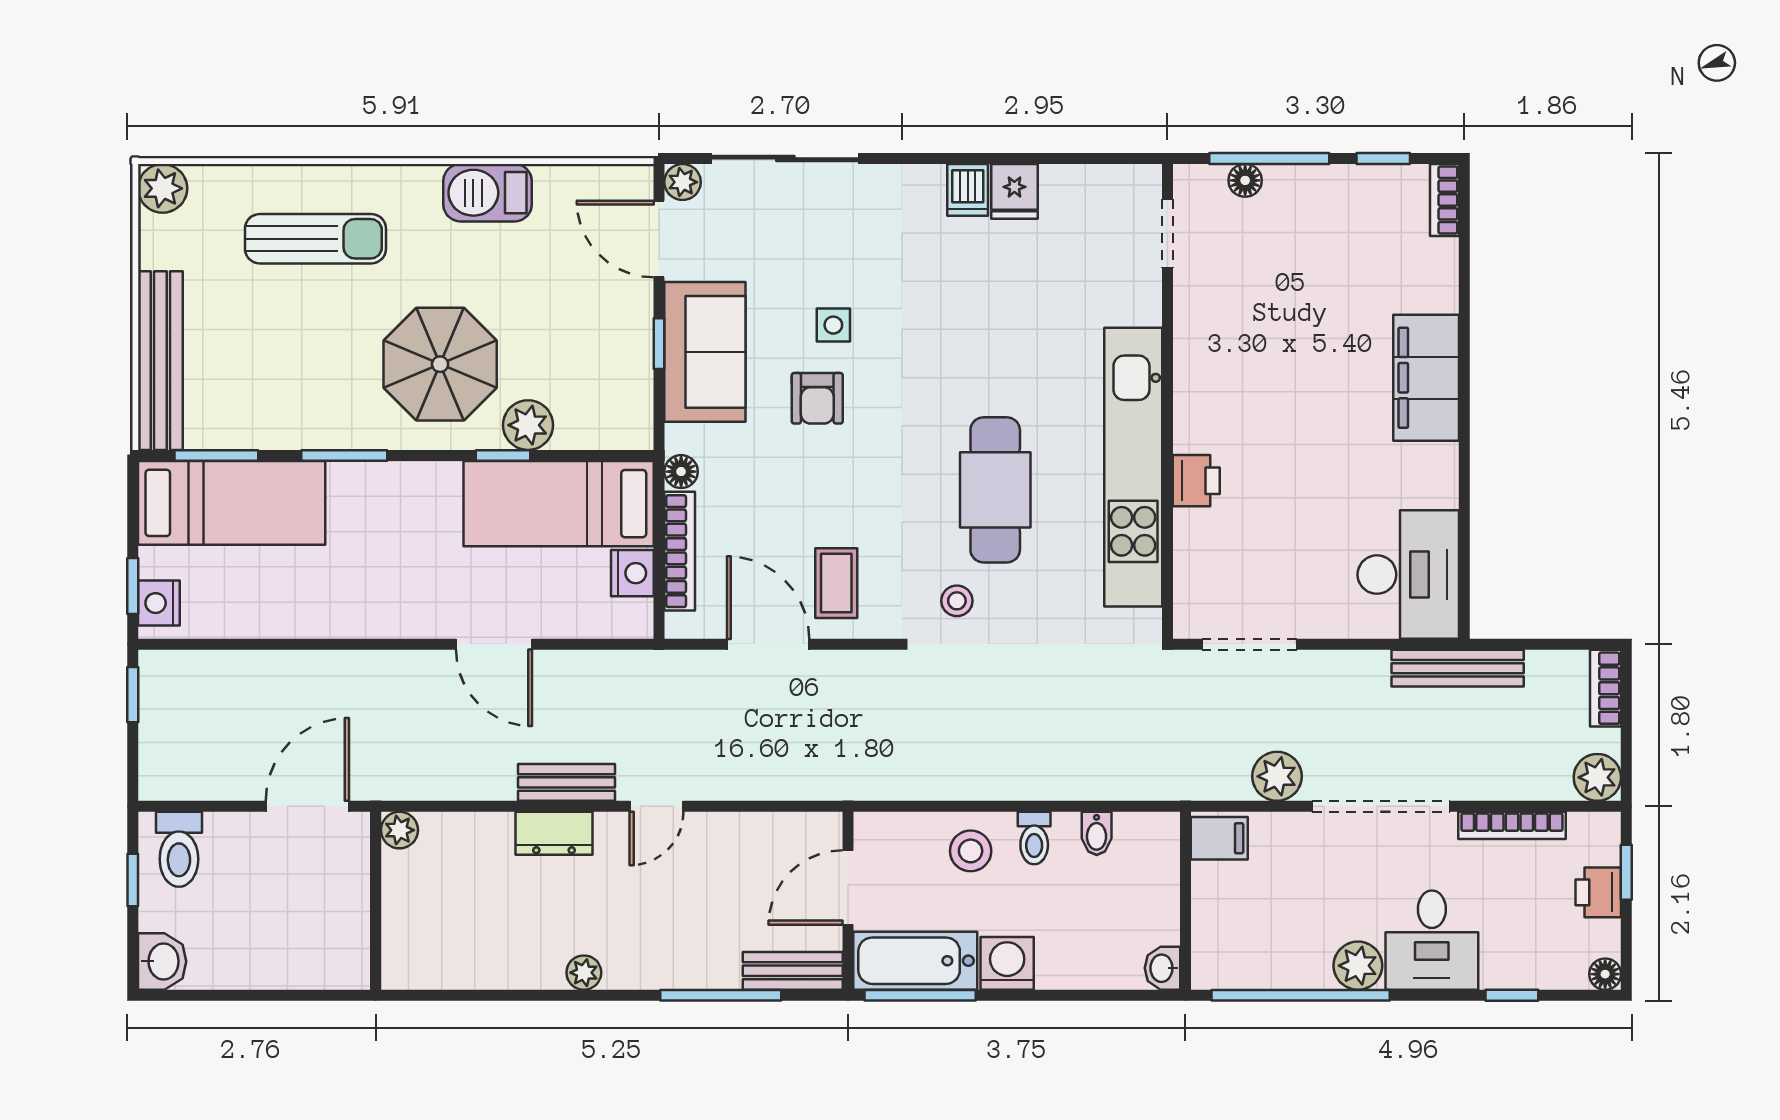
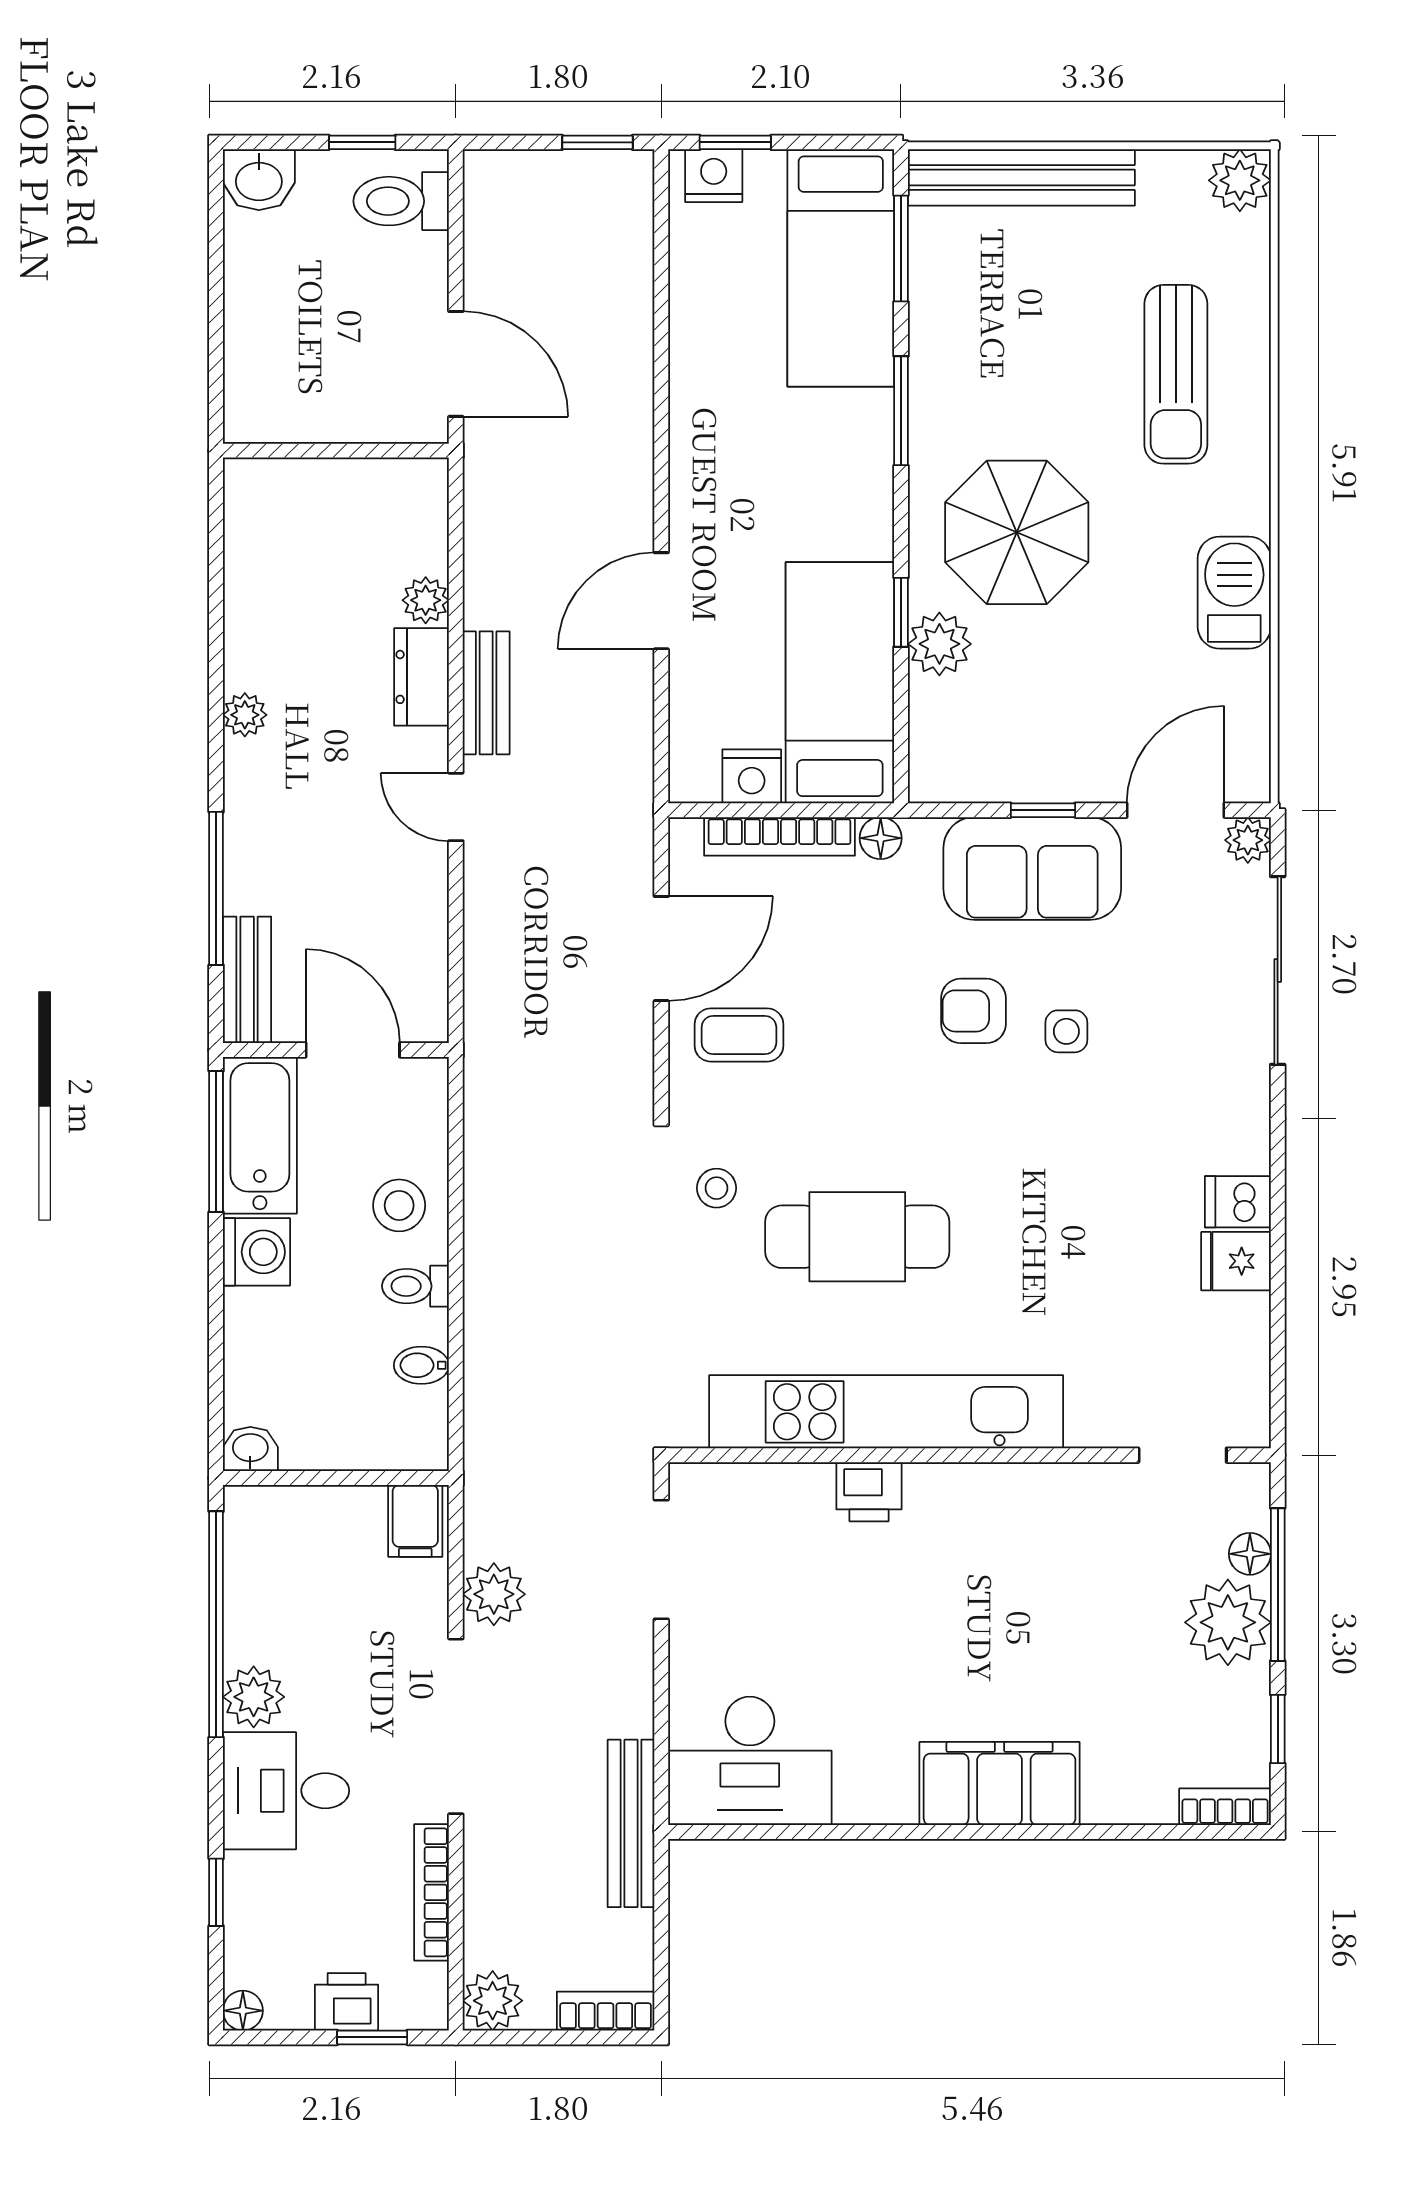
plant: (1299, 198) -> (1228, 1622), added
plant: (399, 830) -> (426, 600), moved

